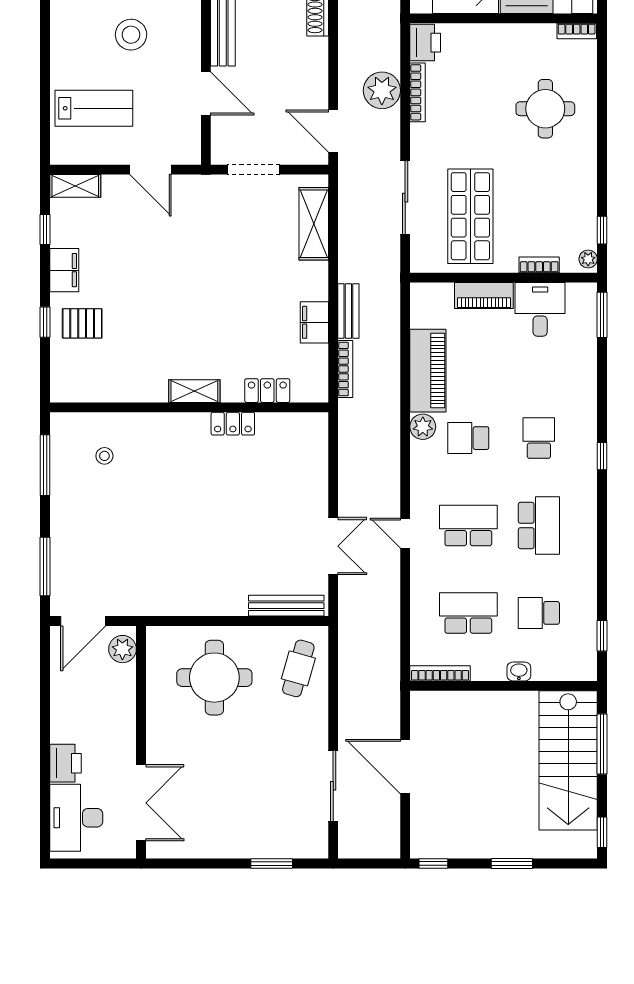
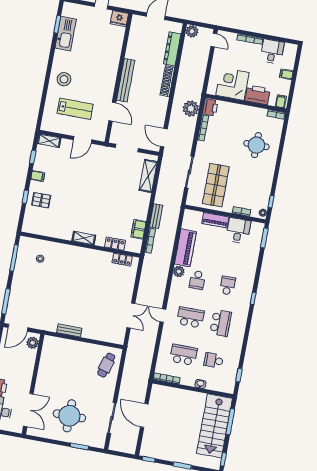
stool: (131, 35) -> (64, 79), moved
plant: (382, 90) -> (191, 109), moved
lab bench: (94, 108) -> (75, 109), moved
door: (150, 170) -> (83, 140), hinge flipped
filing cabinet: (64, 270) -> (38, 176), width x0.50
filing cabinet: (314, 322) -> (139, 229), moved
locker: (233, 424) -> (122, 260), moved
school desk: (468, 438) -> (197, 280), turned -90
bench: (286, 606) -> (69, 330), moved, width x0.73
round table: (214, 678) -> (69, 416), moved

